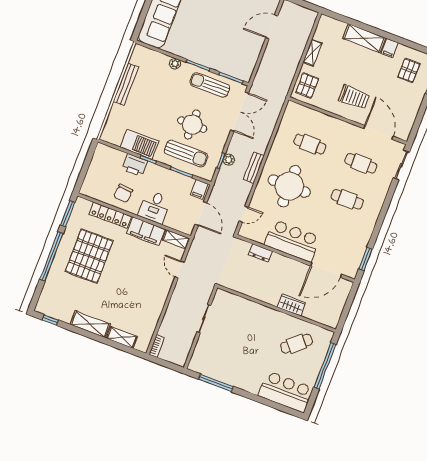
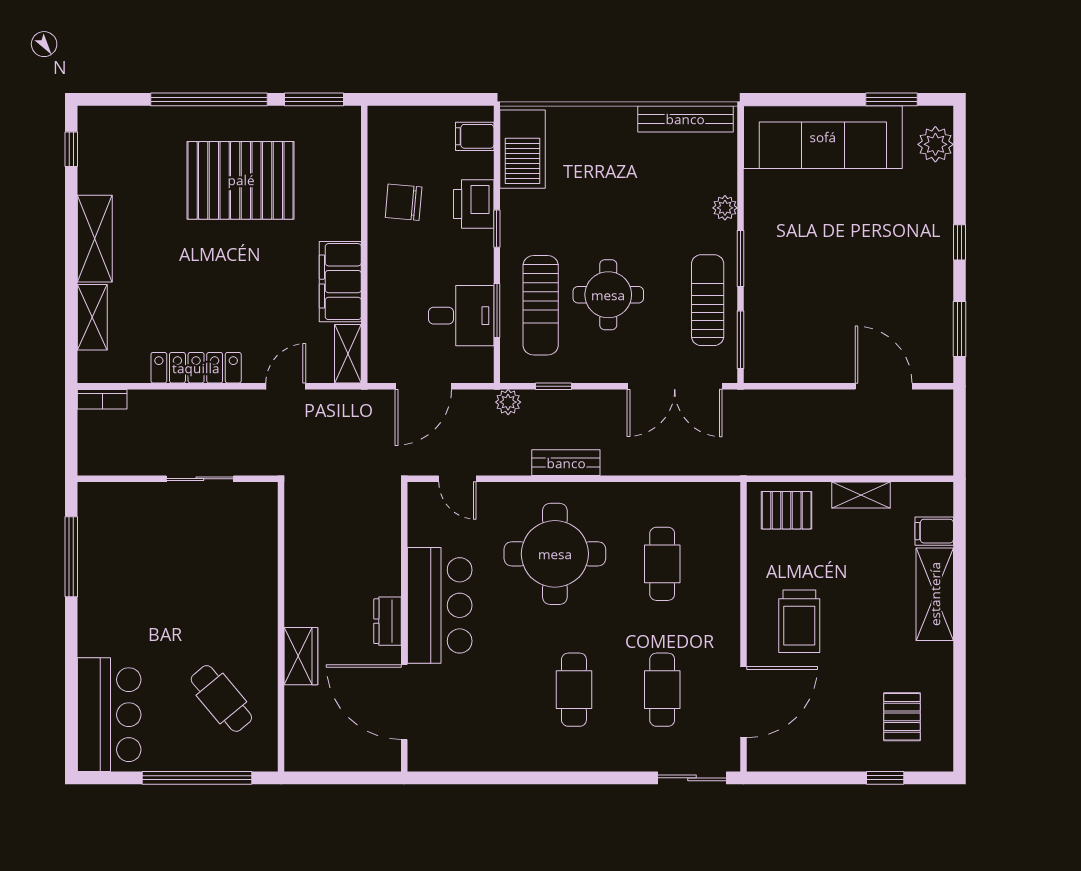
filing cabinet: (390, 48) -> (934, 531), moved
pallet: (409, 70) -> (902, 717), turned 90
bench: (126, 84) -> (685, 119), moved
barbecue: (139, 144) -> (523, 149), moved
plant: (229, 160) -> (508, 402), moved
filing cabinet: (199, 189) -> (475, 136), moved
desk: (155, 207) -> (461, 316), moved, turned 180
locker: (110, 215) -> (196, 368), moved, turned 90
dresser: (260, 253) -> (388, 621), moved
window: (366, 259) -> (460, 778), removed

